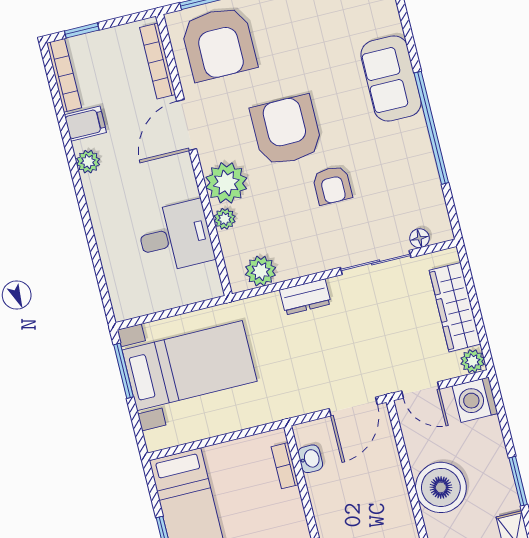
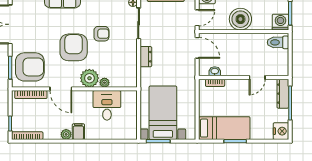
filing cabinet: (85, 124) -> (78, 132), moved
armchair: (286, 131) -> (74, 47), turned 90
plant: (261, 271) -> (130, 73), removed

